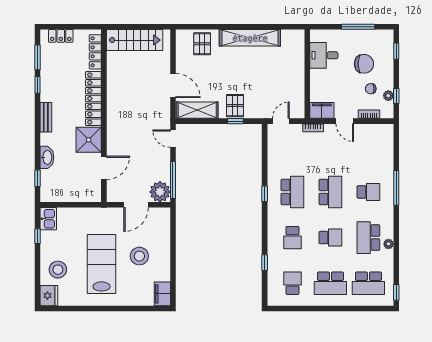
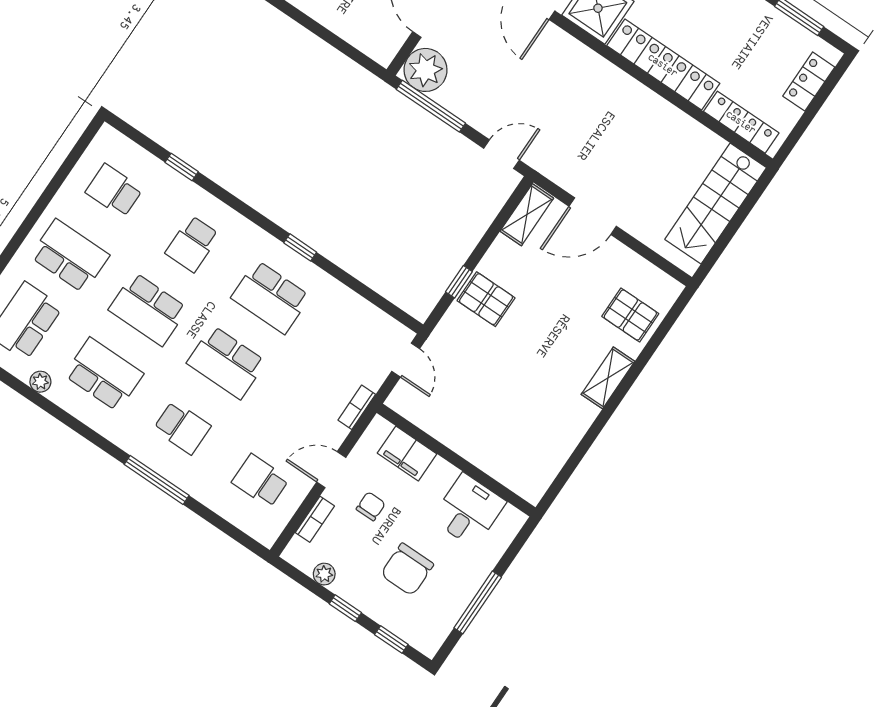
shelving: (250, 38) -> (608, 378), width x0.45, depth x0.75
chair: (371, 89) -> (371, 506), moved
window: (396, 96) -> (345, 608), moved
shelving: (197, 110) -> (527, 215), width x0.67, depth x0.75
filing cabinet: (322, 110) -> (407, 453), moved, turned 90
school desk: (368, 146) -> (260, 481), added
school desk: (368, 192) -> (182, 428), turned -90
school desk: (292, 238) -> (192, 244), turned -90
school desk: (330, 238) -> (148, 309), width x1.85
plant: (388, 244) -> (40, 382), moved
school desk: (292, 283) -> (114, 191), turned 180
school desk: (330, 283) -> (70, 256), turned 90

